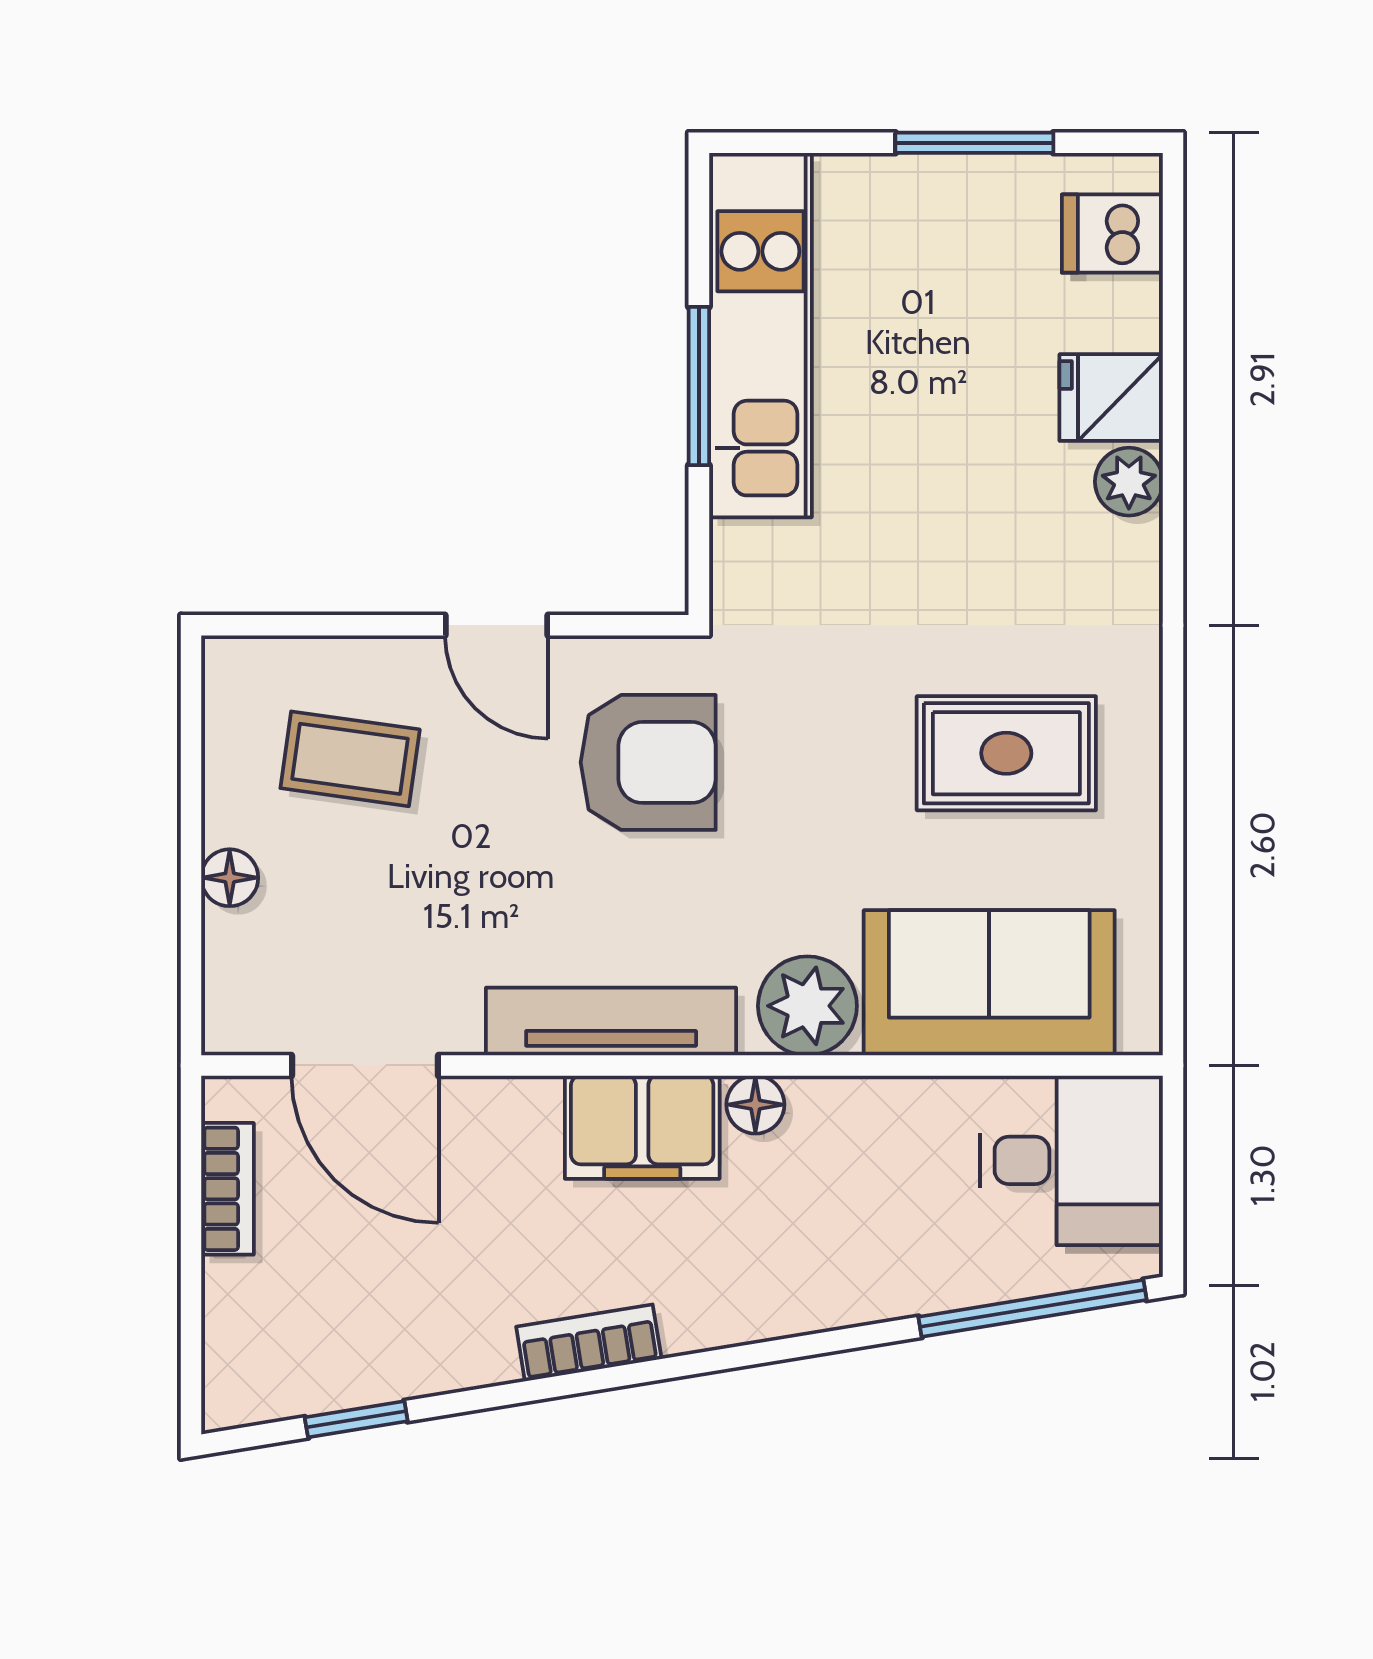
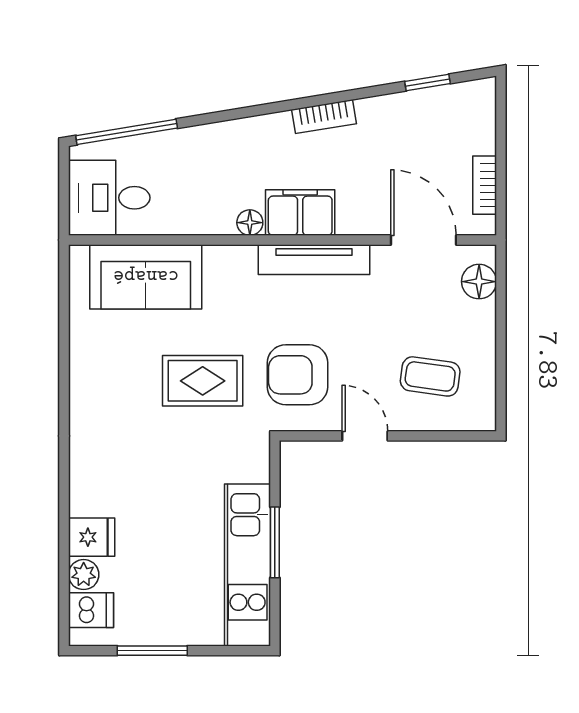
plant: (1129, 482) -> (84, 575), moved
rug: (1006, 753) -> (203, 381), moved
floor lamp: (230, 878) -> (479, 282), moved, width x1.37, depth x1.37
plant: (807, 1006) -> (227, 267), removed

